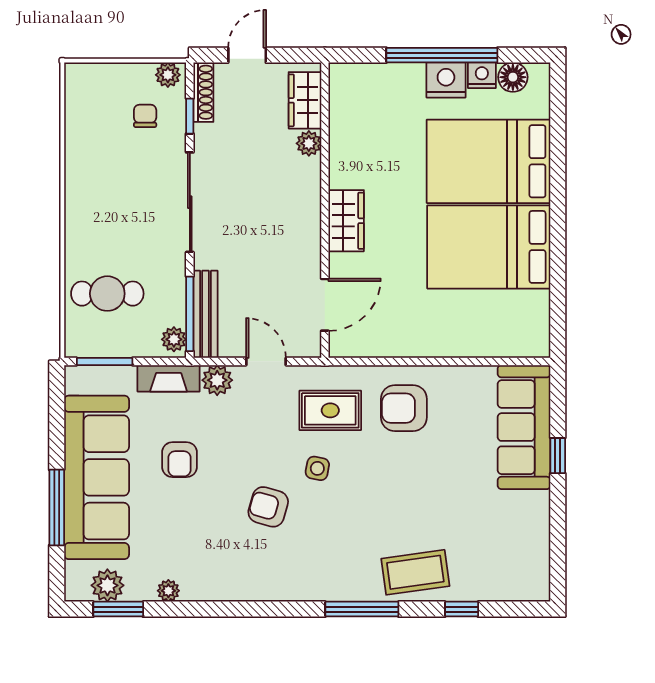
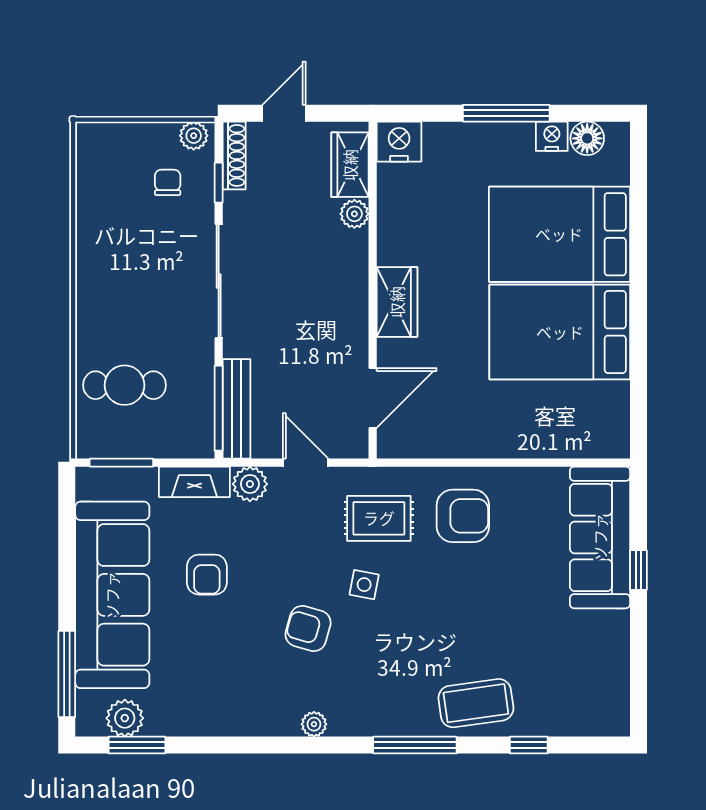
window: (442, 55) -> (506, 113), width x0.68
nightstand: (446, 80) -> (399, 142), moved
plant: (174, 339) -> (200, 437), removed
armchair: (404, 408) -> (463, 516), turned 180
window: (57, 507) -> (67, 674), moved
plant: (168, 591) -> (314, 724), moved

